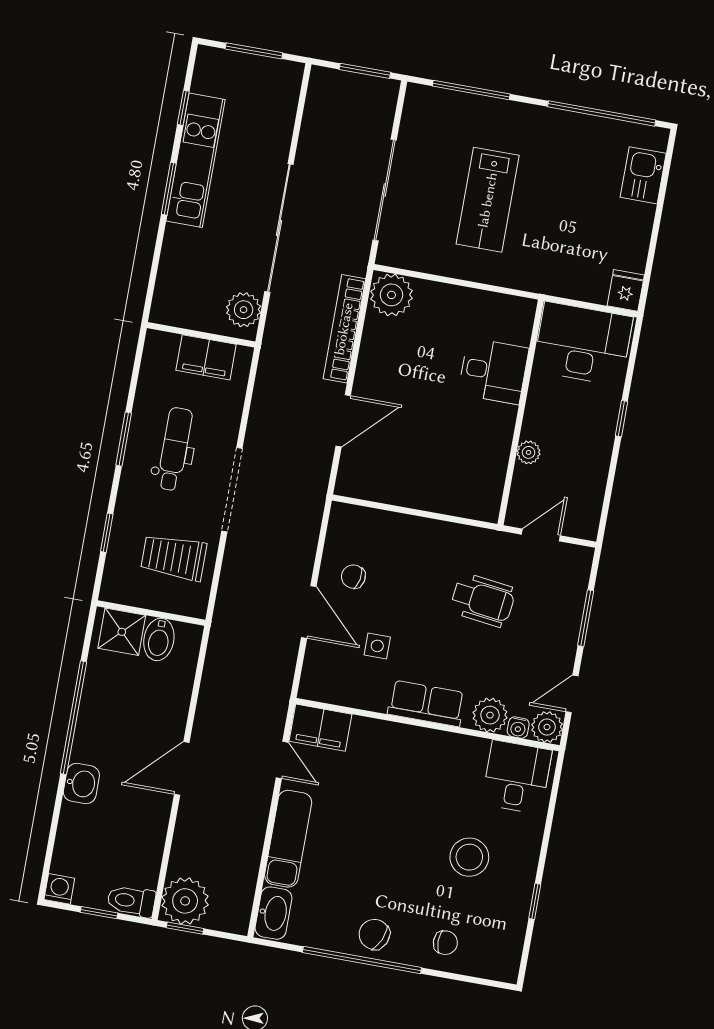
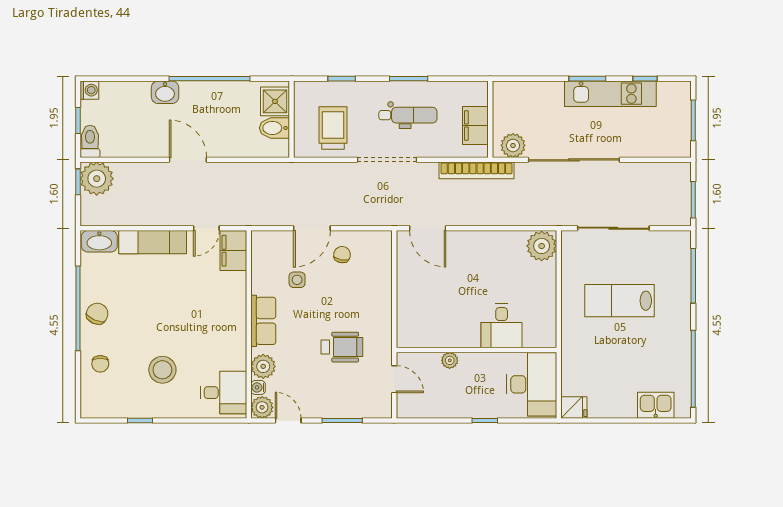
bookcase: (344, 329) -> (476, 170), moved, turned 180
door: (343, 421) -> (428, 228), moved
wheelchair: (483, 600) -> (342, 347), turned -97

